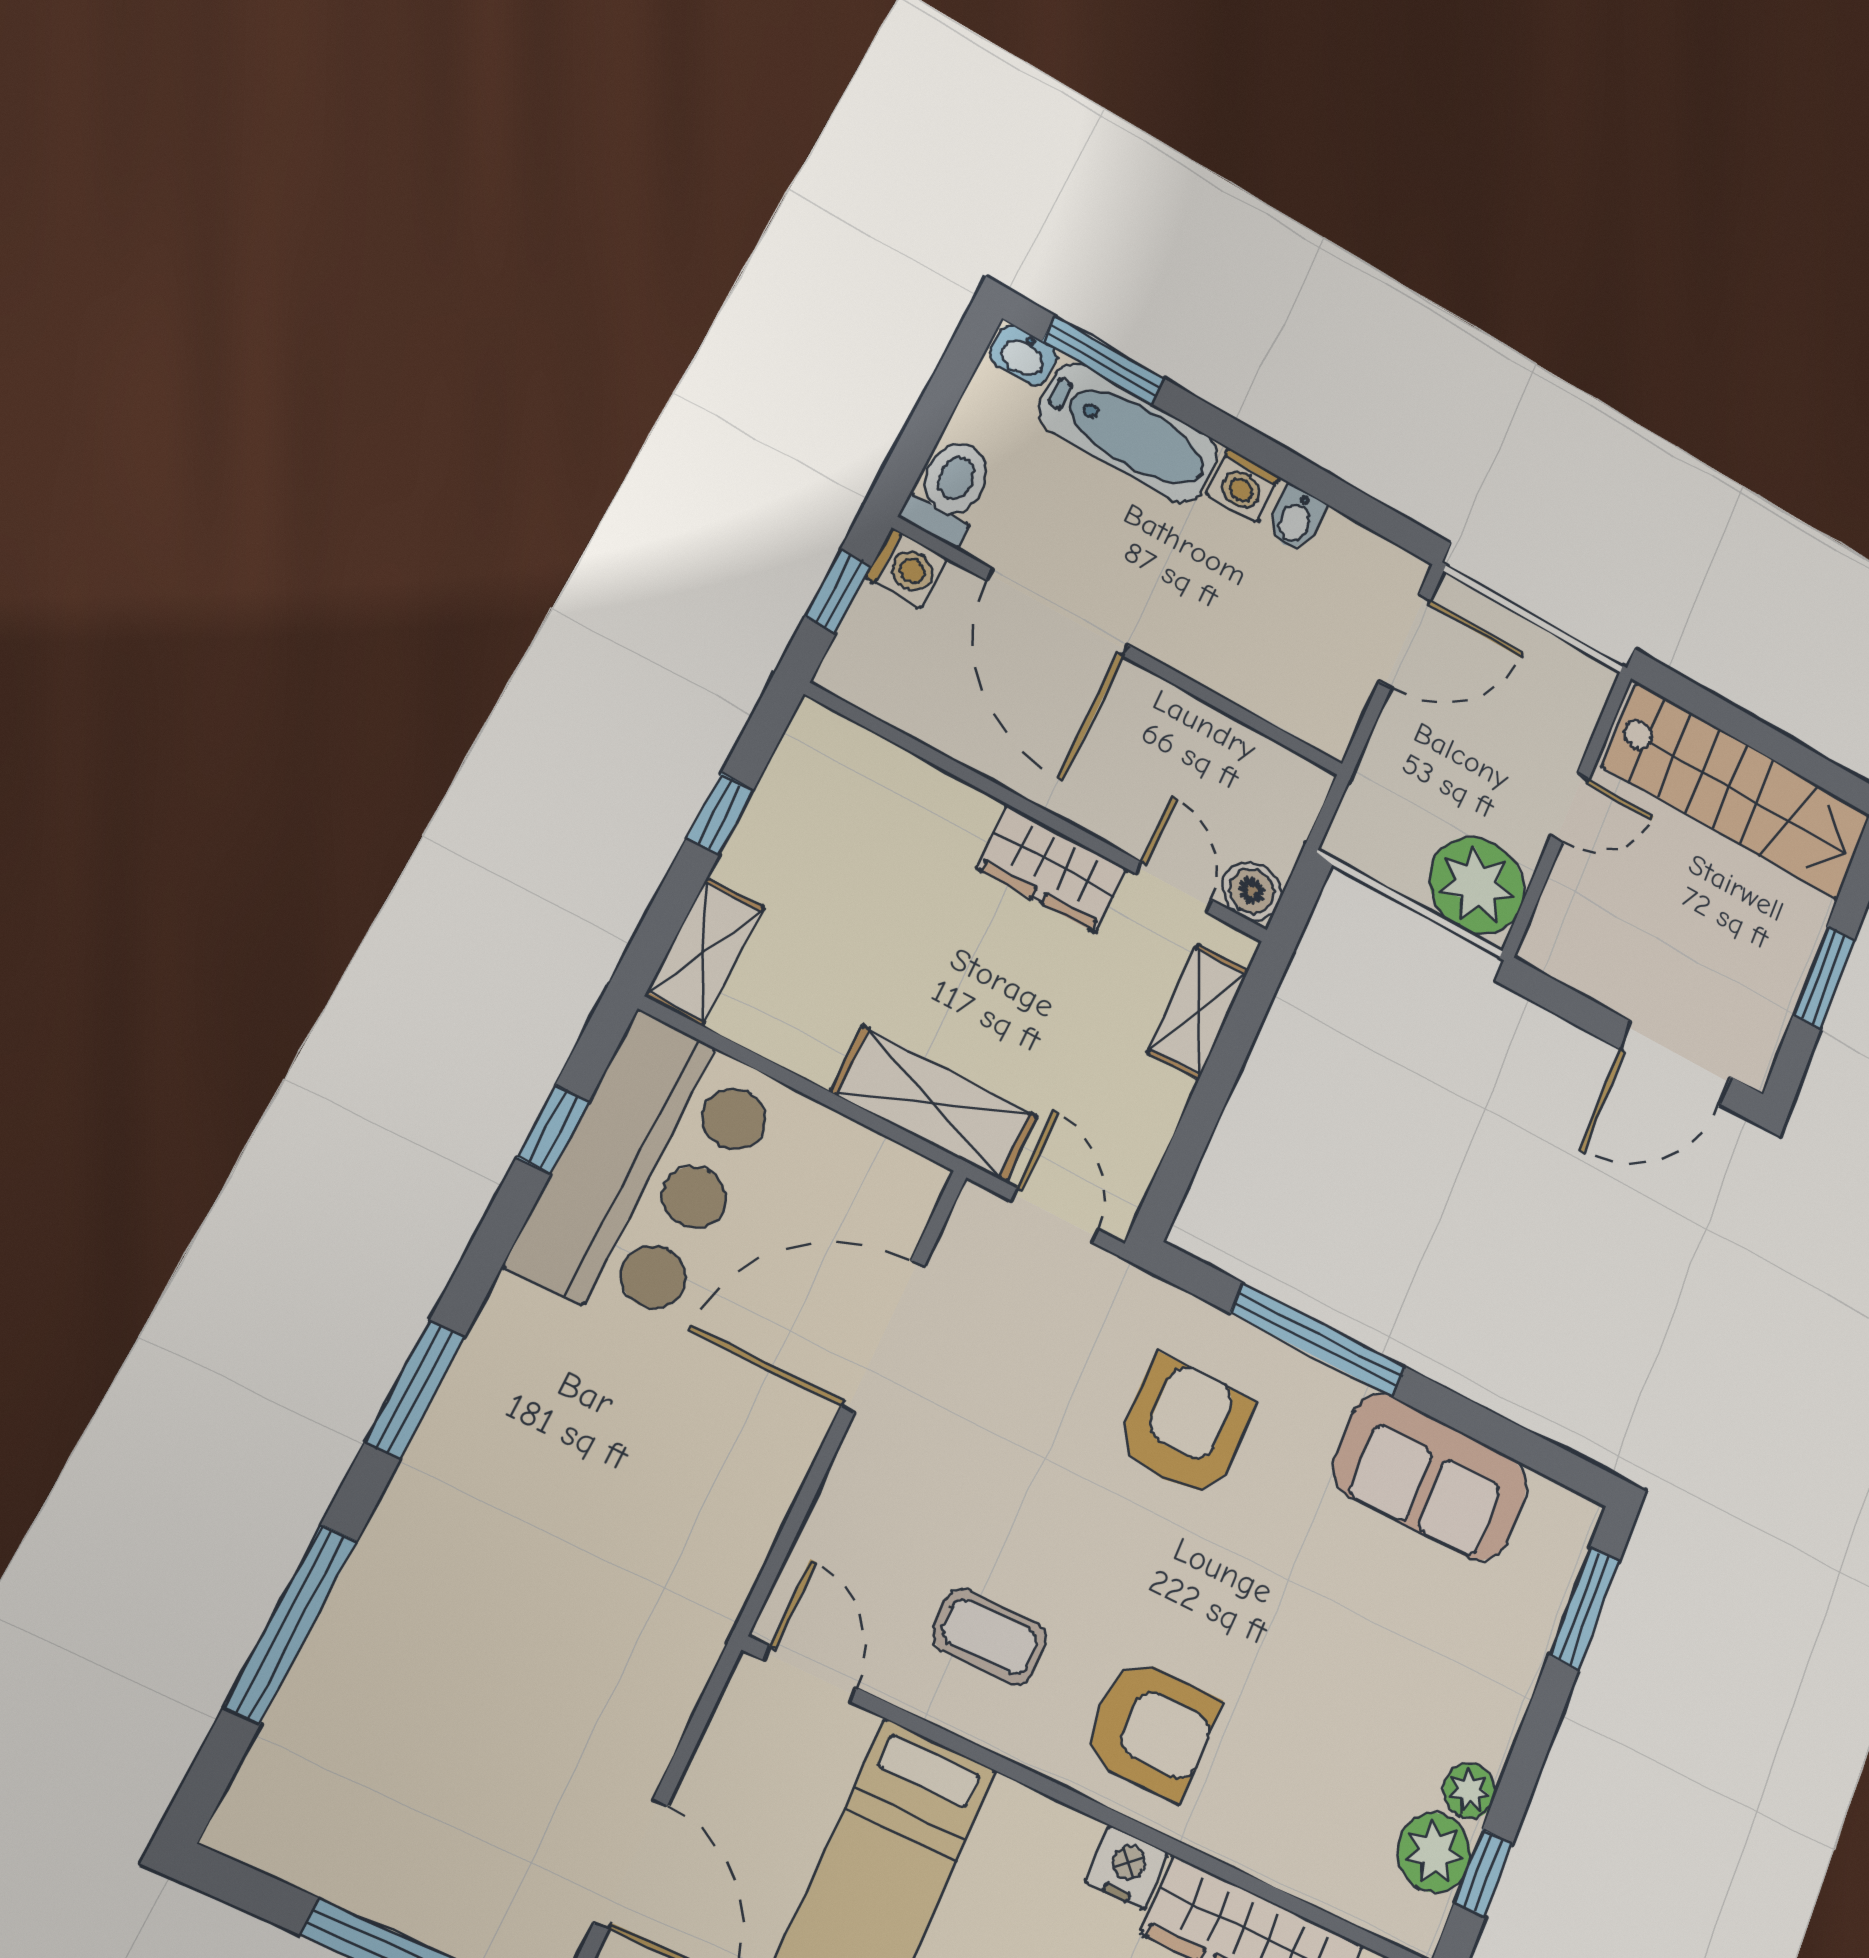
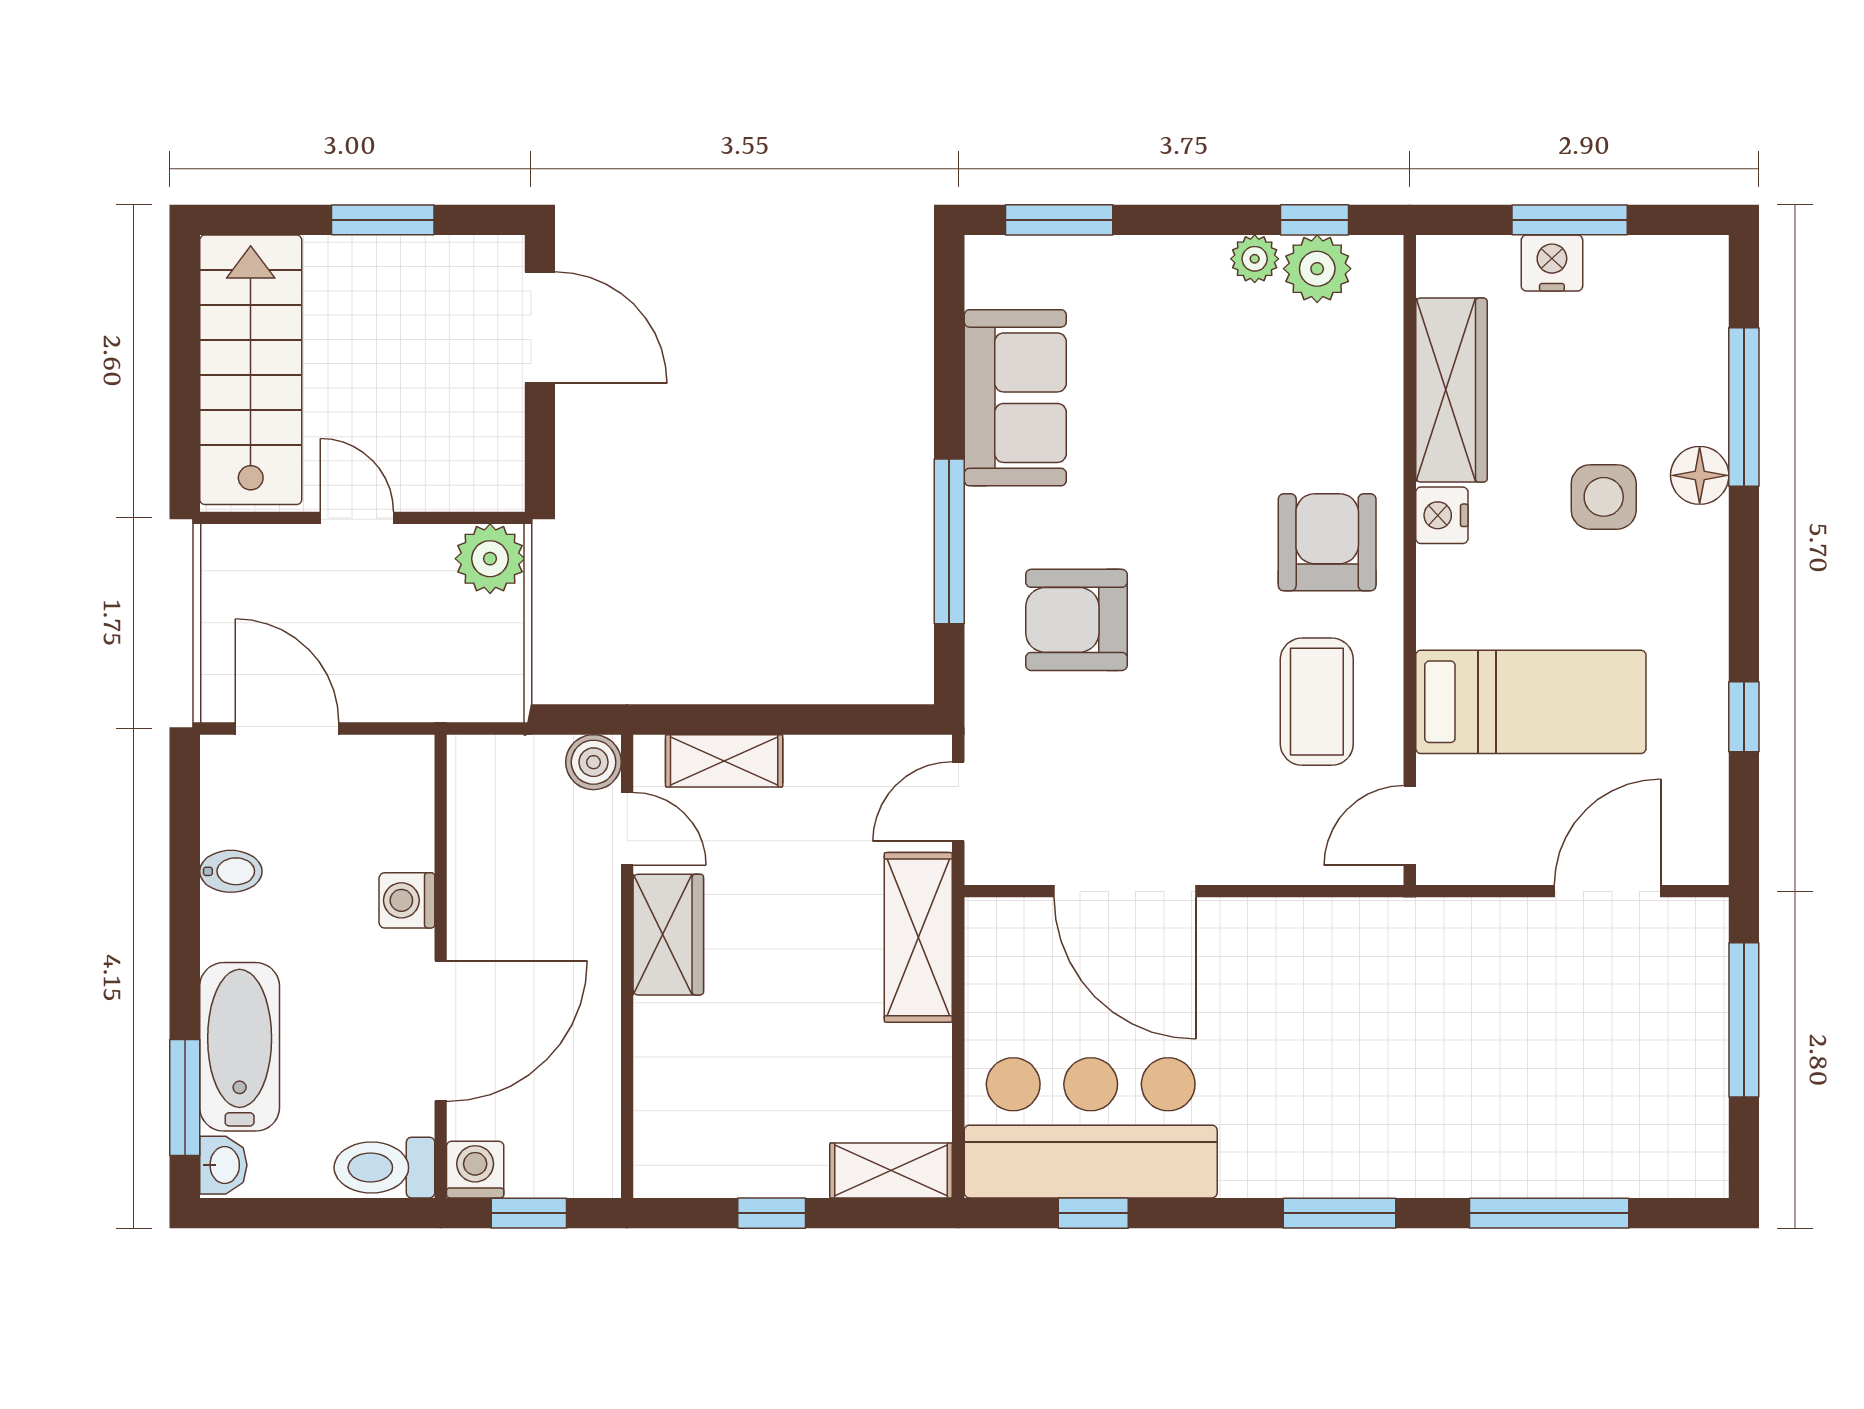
washing machine: (1243, 485) -> (407, 900), moved, turned 180
plant: (1477, 885) -> (490, 559), width x0.73, depth x0.73
door: (1174, 887) -> (627, 829), swing flipped
coffee table: (989, 1637) -> (1317, 702), width x1.36, depth x1.30

